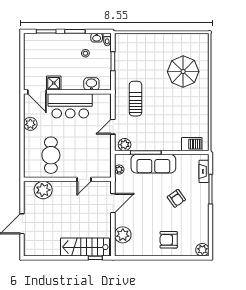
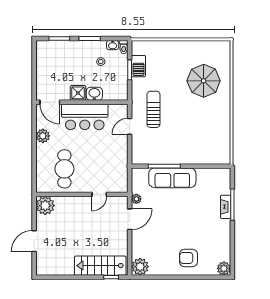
shower: (54, 83) -> (78, 93), moved
washbasin: (91, 84) -> (94, 94), moved
door: (113, 127) -> (130, 126), moved
barbecue: (192, 144) -> (138, 66), moved, turned 90
plant: (125, 145) -> (142, 158), removed
plant: (119, 169) -> (136, 199), moved
fireplace: (204, 171) -> (226, 207), moved
plant: (43, 190) -> (45, 206), moved
armchair: (176, 198) -> (197, 214), removed
plant: (123, 235) -> (140, 267), moved

